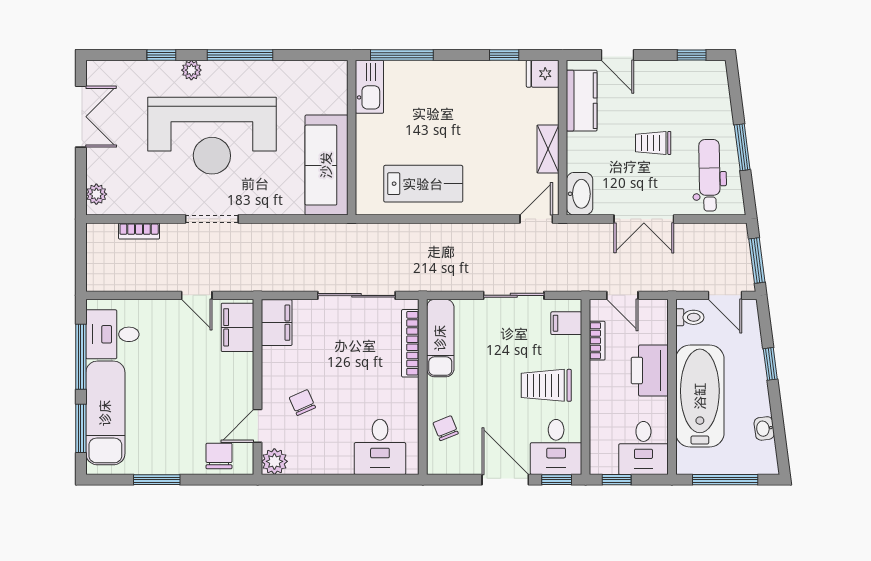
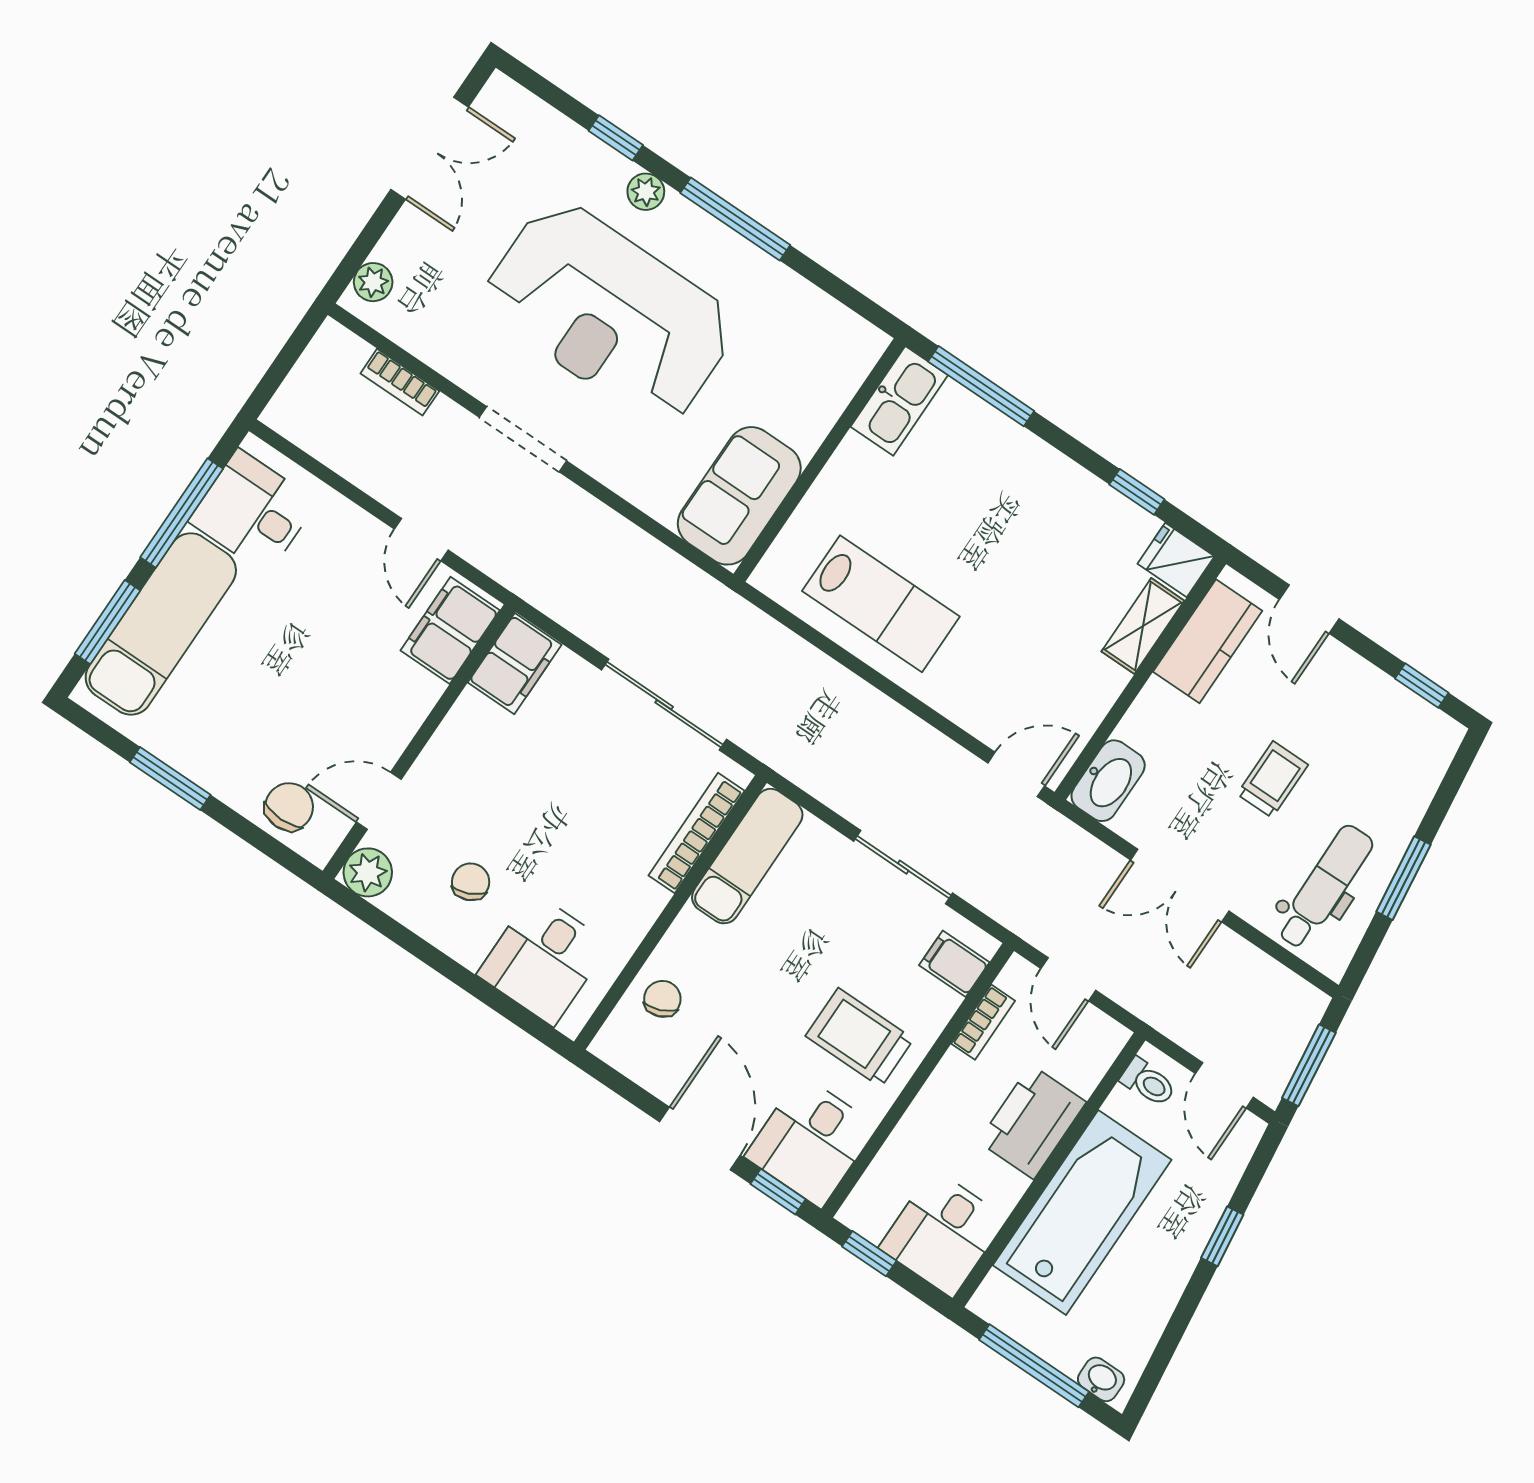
trolley: (653, 143) -> (1273, 779), turned 90
shelving: (548, 149) -> (1143, 626), moved
sofa: (326, 165) -> (739, 496), width x0.73
chair: (302, 403) -> (471, 882), moved
washbasin: (764, 428) -> (1101, 1379), moved, turned 97

